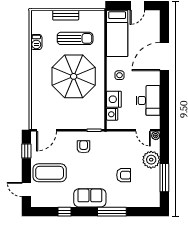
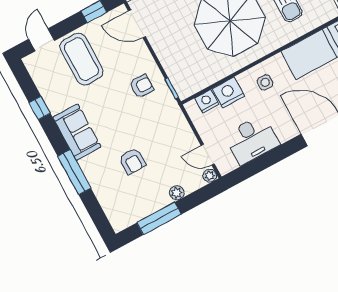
door: (143, 130) -> (208, 155), hinge flipped
plant: (151, 160) -> (177, 193), width x0.53, depth x0.53

